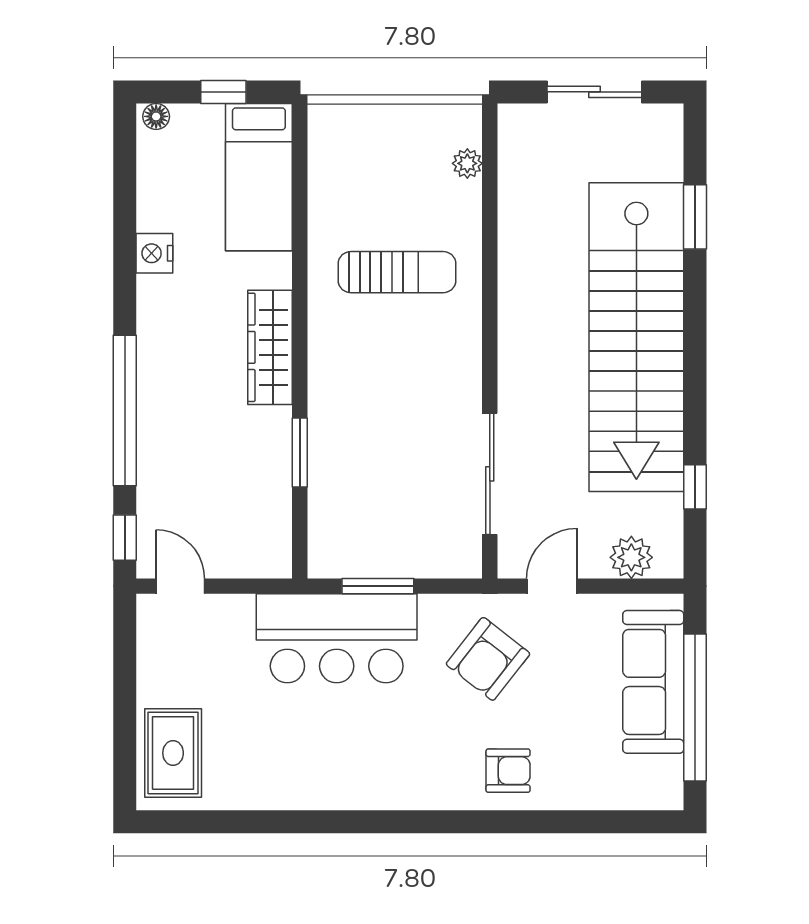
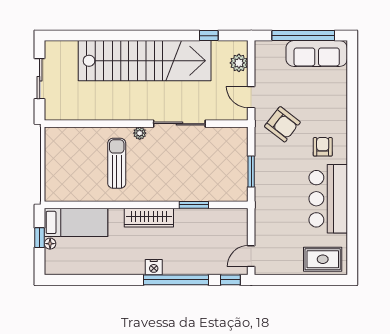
floor lamp: (156, 116) -> (50, 244), moved
plant: (467, 163) -> (140, 133), moved
window: (695, 217) -> (93, 36), removed
nightstand: (154, 253) -> (154, 267), moved
sliding door: (490, 474) -> (179, 124), moved
bar counter: (337, 638) -> (328, 199), moved, turned 180
sofa: (653, 682) -> (317, 54), moved
armchair: (508, 771) -> (323, 147), moved

